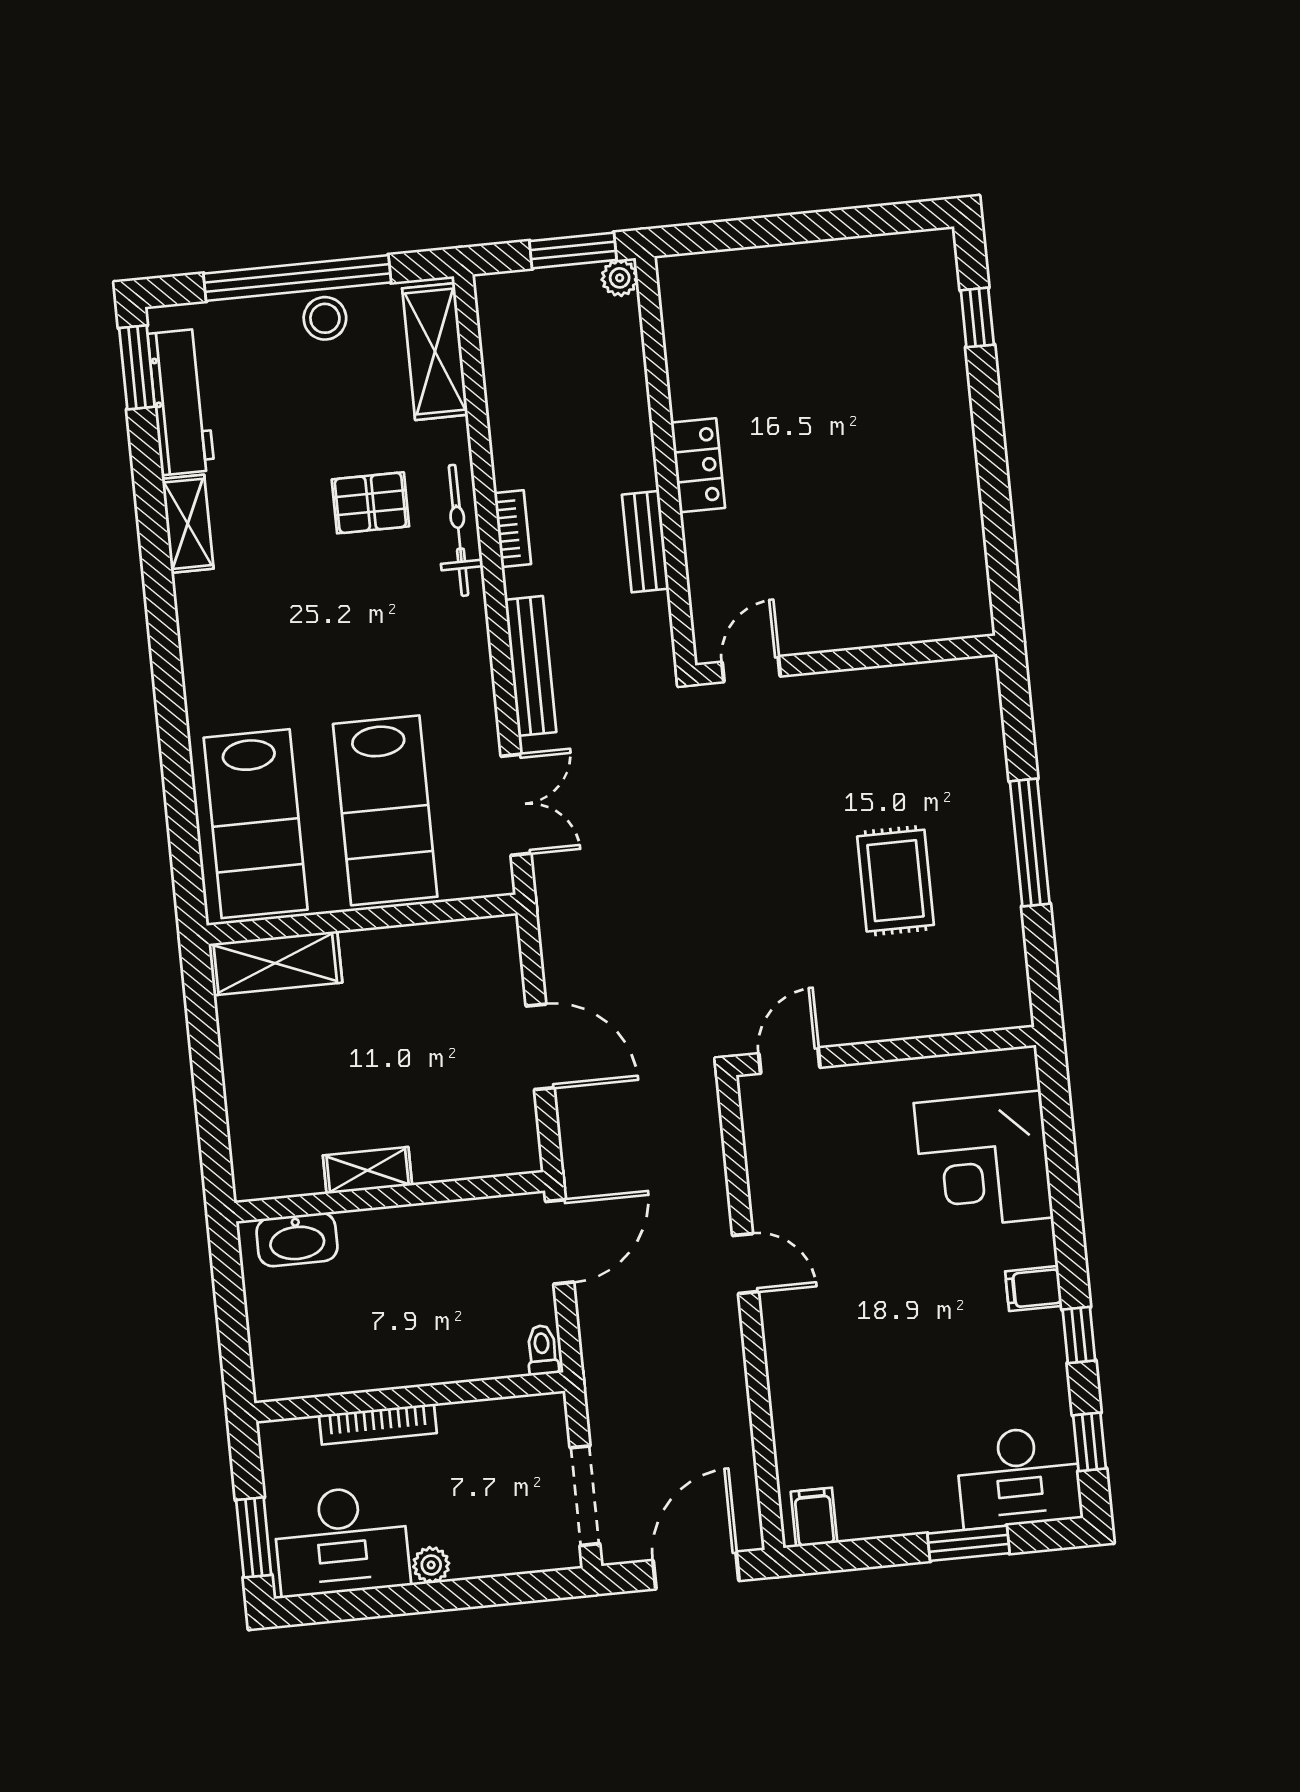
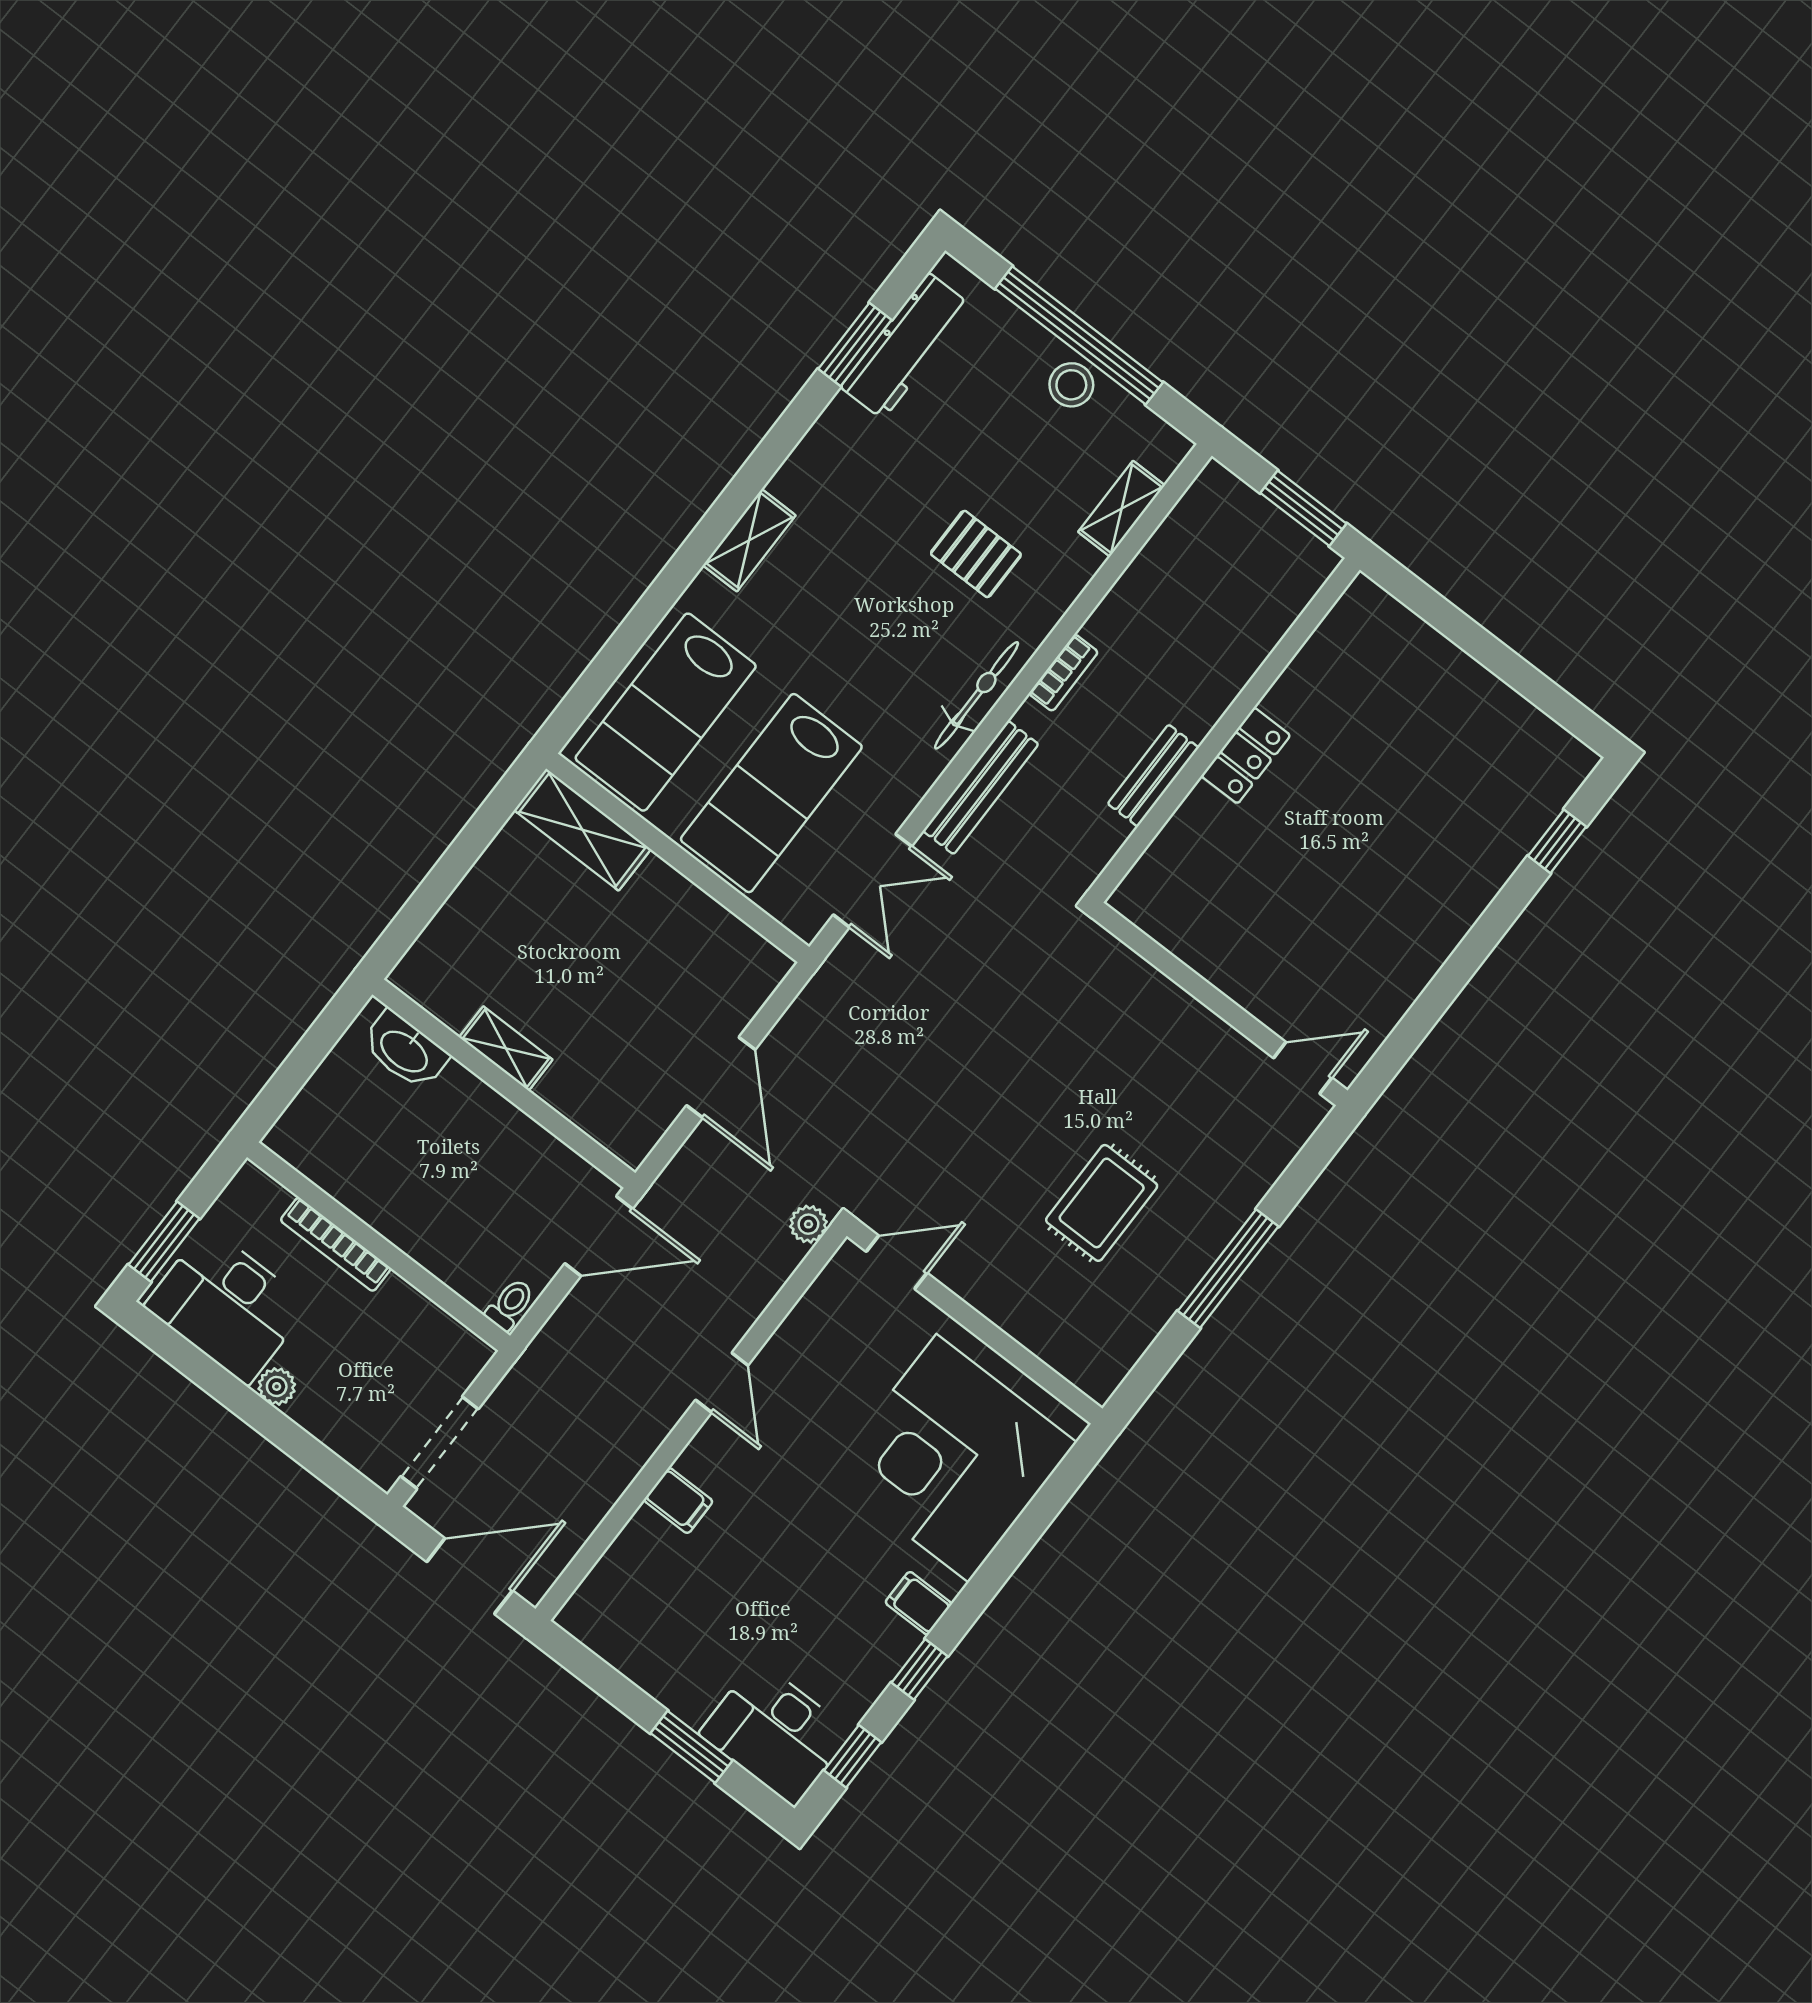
plant: (620, 278) -> (808, 1224), moved
shelving: (435, 352) -> (1122, 509), width x0.67, depth x0.75
window: (137, 367) -> (855, 344), moved
shelving: (188, 524) -> (749, 540), moved
bicycle: (459, 530) -> (977, 695), moved
door: (751, 669) -> (1303, 1068), moved
corner desk: (983, 1160) -> (952, 1458), width x1.36, depth x1.36
filing cabinet: (814, 1517) -> (678, 1501), moved, turned 90

